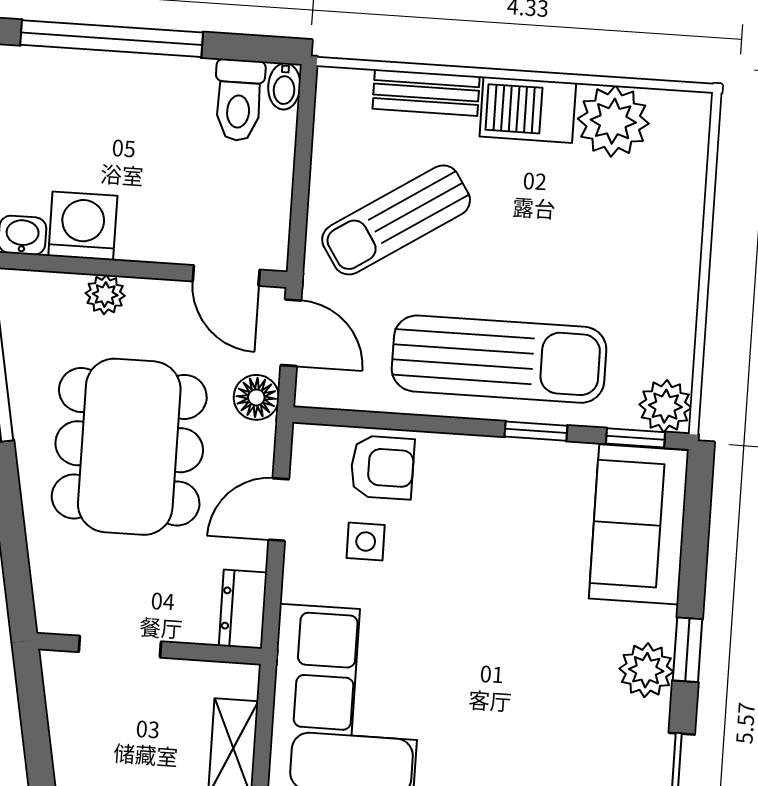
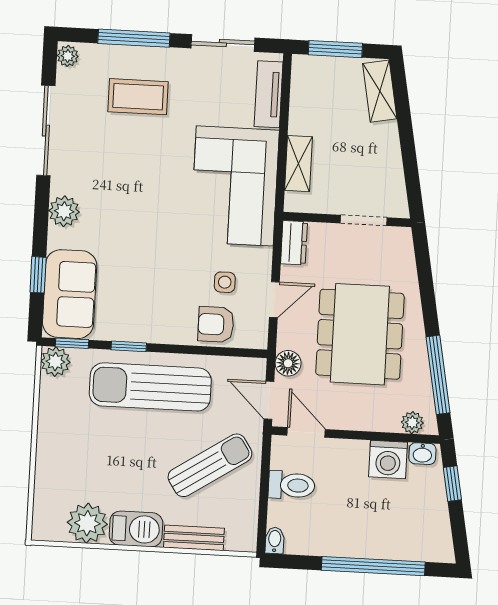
toilet: (239, 100) -> (292, 485), moved, turned 90
plant: (105, 295) -> (412, 423), moved
window: (688, 650) -> (38, 275), moved

